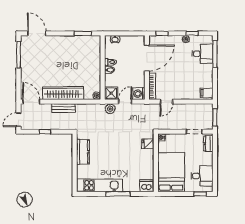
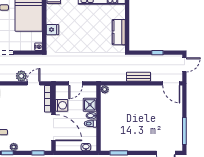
door: (147, 58) -> (53, 128), swing flipped
wardrobe: (63, 93) -> (139, 92), removed
shower: (111, 93) -> (90, 105), moved
washing machine: (139, 94) -> (62, 105), moved
plant: (110, 109) -> (21, 76), moved
fridge: (148, 144) -> (52, 30), moved

